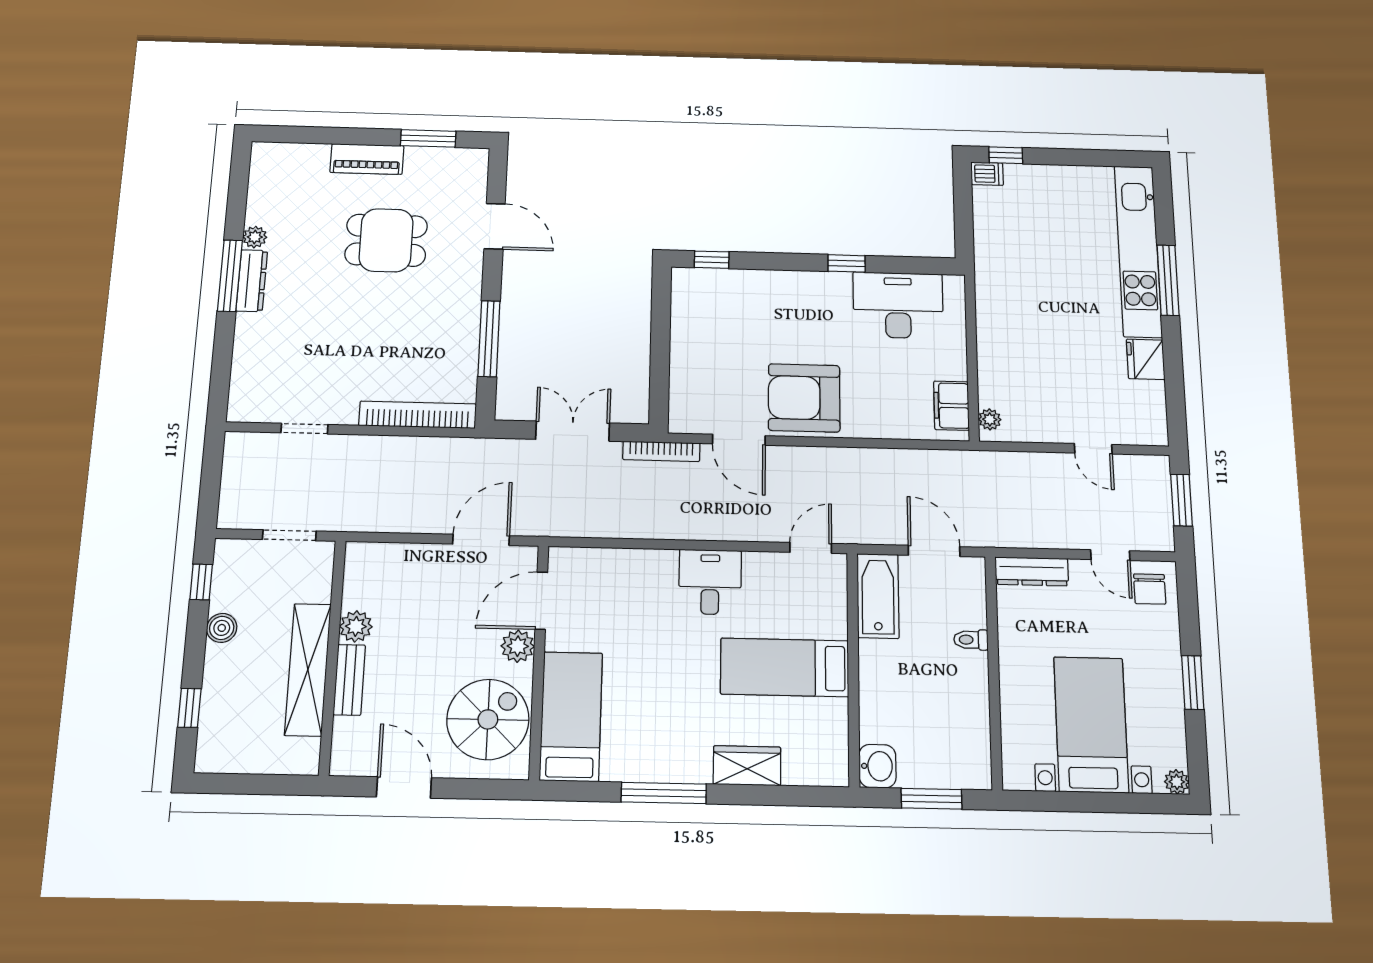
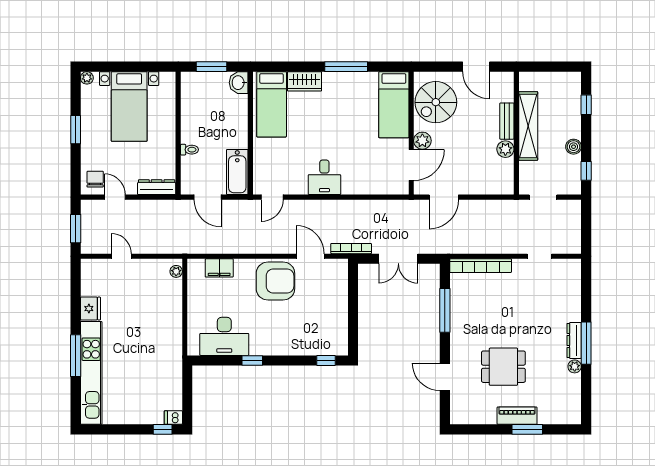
window: (428, 138) -> (527, 429), moved
filing cabinet: (952, 406) -> (219, 268), moved, turned 90
bed: (785, 667) -> (272, 104), moved, turned 90

